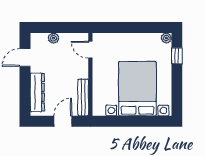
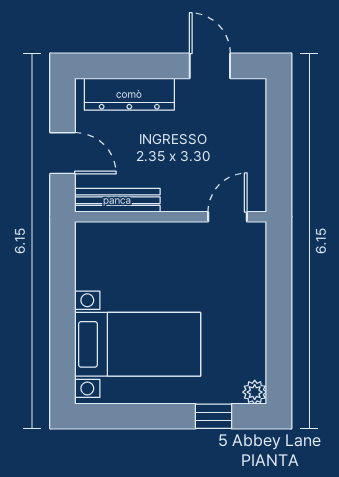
plant: (53, 38) -> (254, 131), removed
bed with nightstands: (137, 89) -> (138, 344), width x0.73

